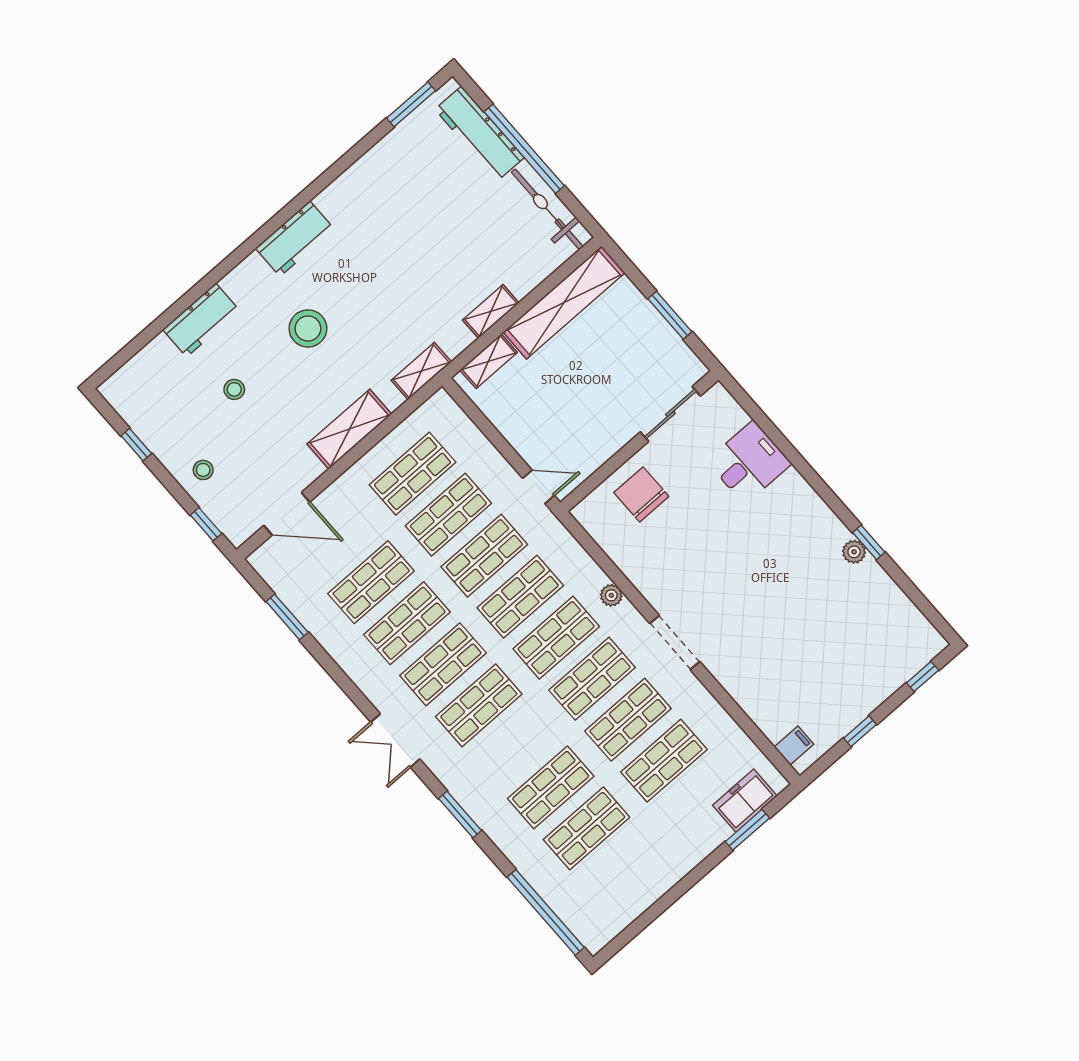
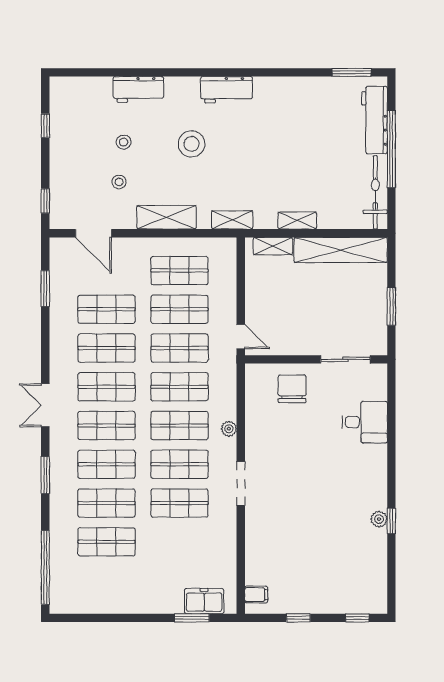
stool: (203, 470) -> (119, 182), moved
shop shelf: (664, 761) -> (106, 464), moved

